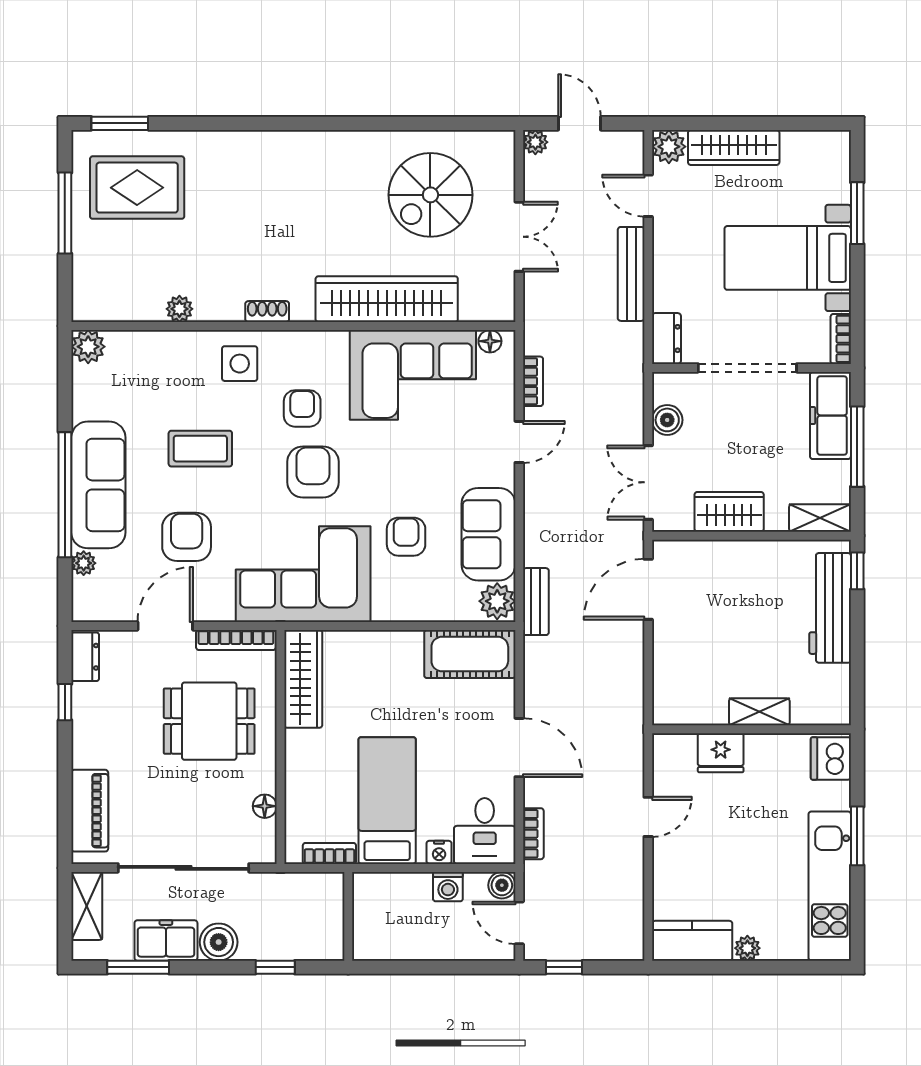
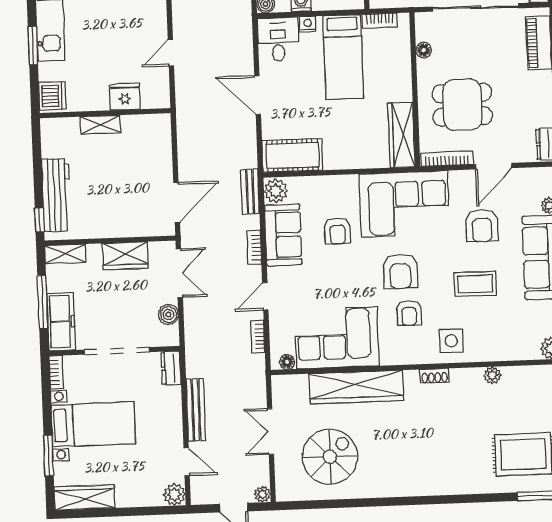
wardrobe: (734, 147) -> (84, 497), moved
bookcase: (533, 834) -> (254, 247), moved

